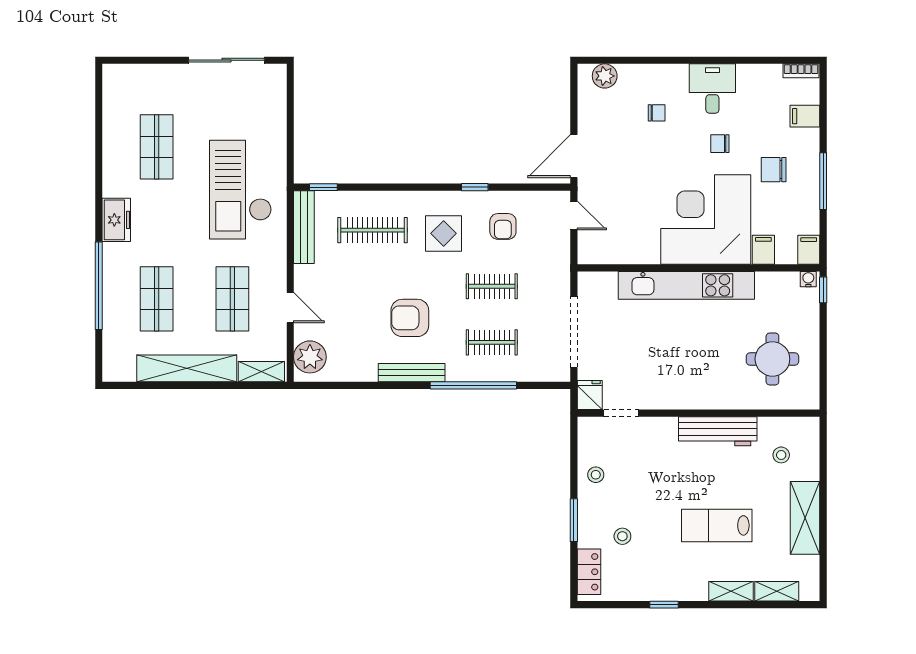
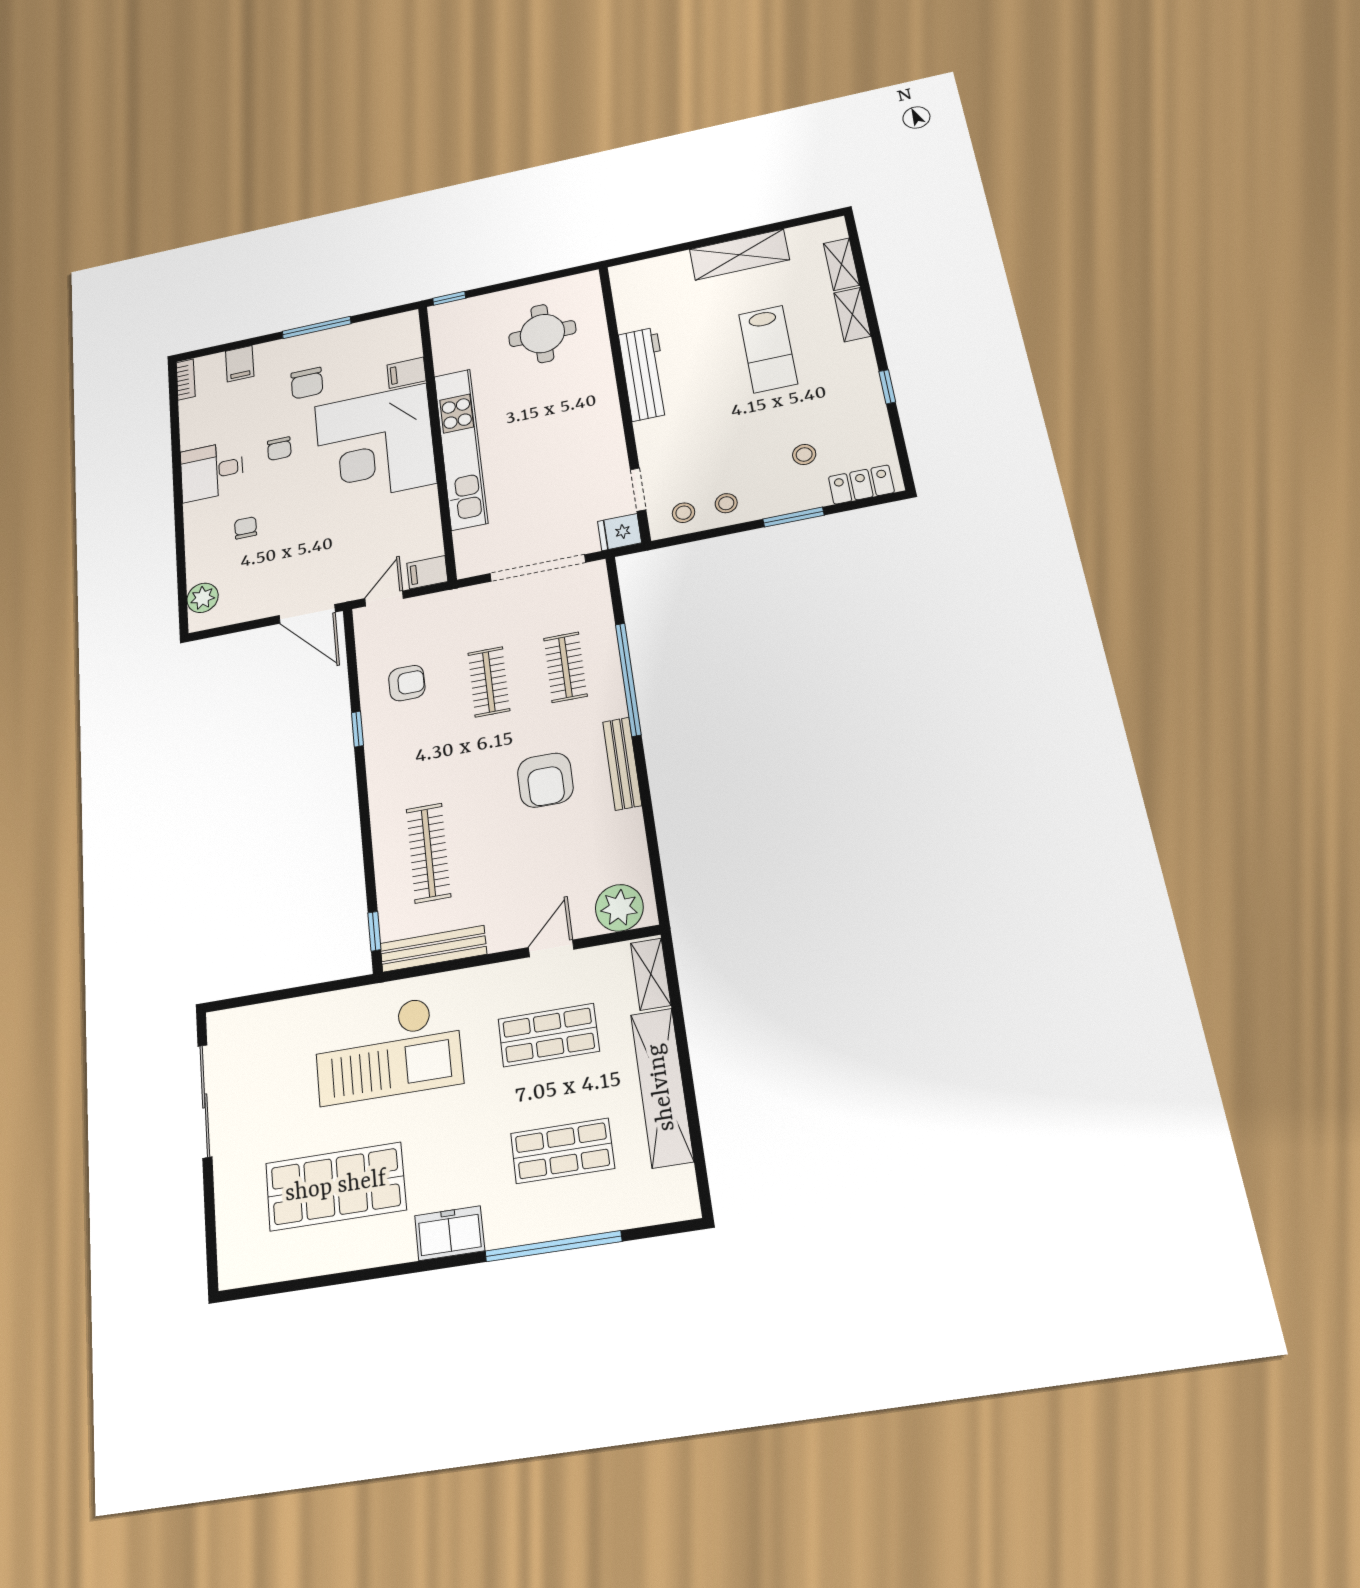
shop shelf: (157, 147) -> (336, 1187), width x1.43, depth x1.36
display table: (444, 233) -> (424, 757), removed
filing cabinet: (809, 250) -> (427, 572), moved
water cooler: (808, 279) -> (438, 317), removed
stool: (781, 455) -> (684, 513), moved

